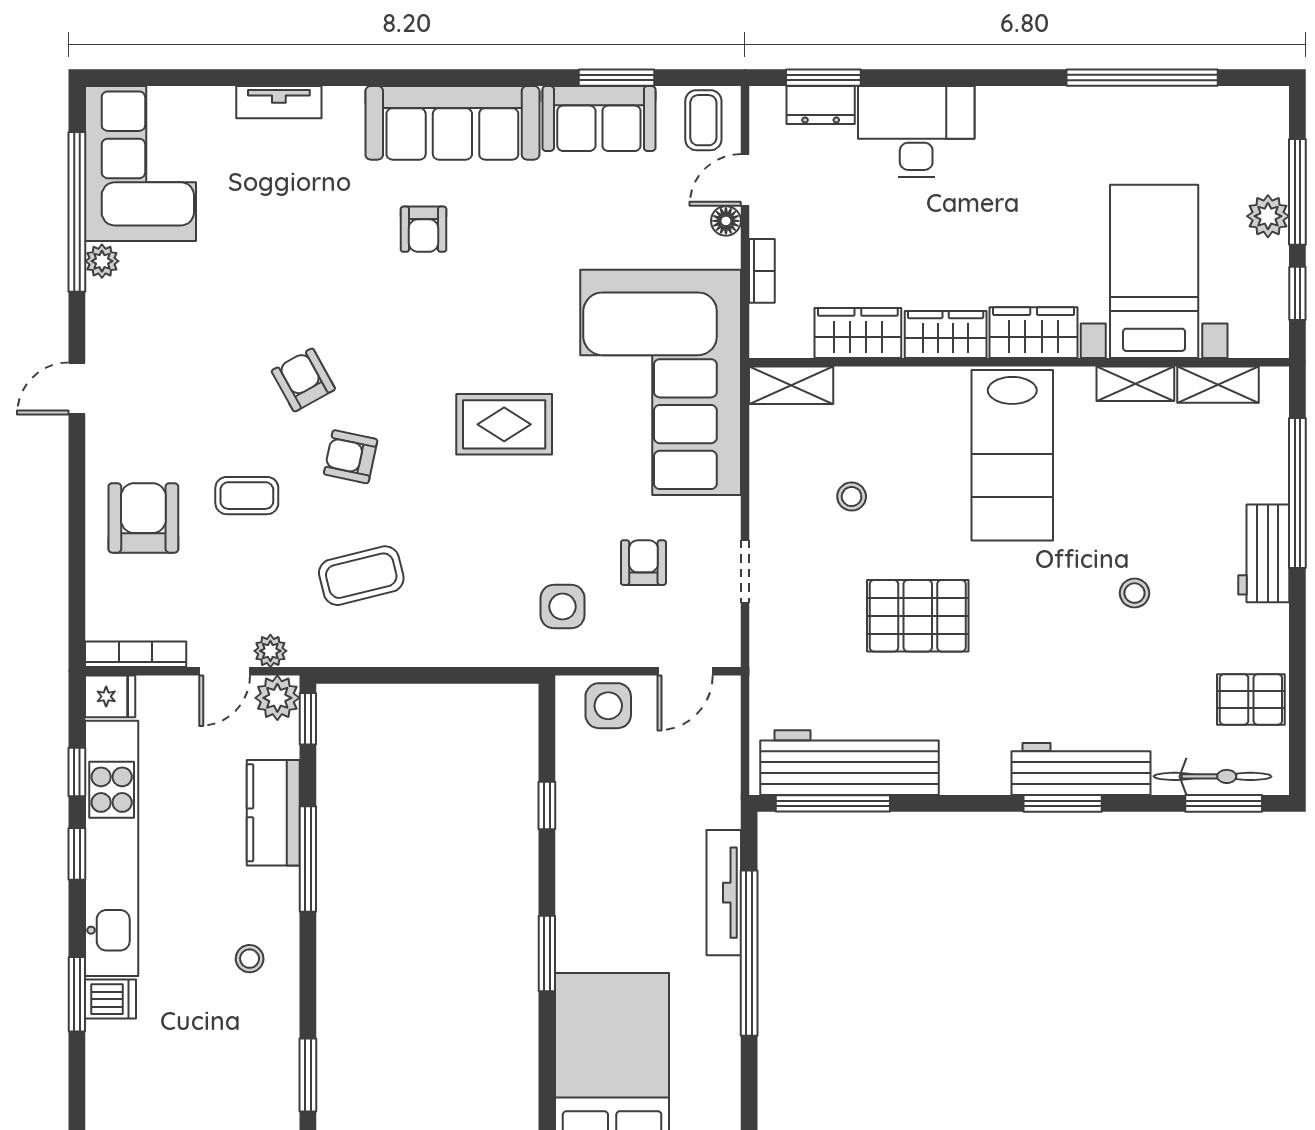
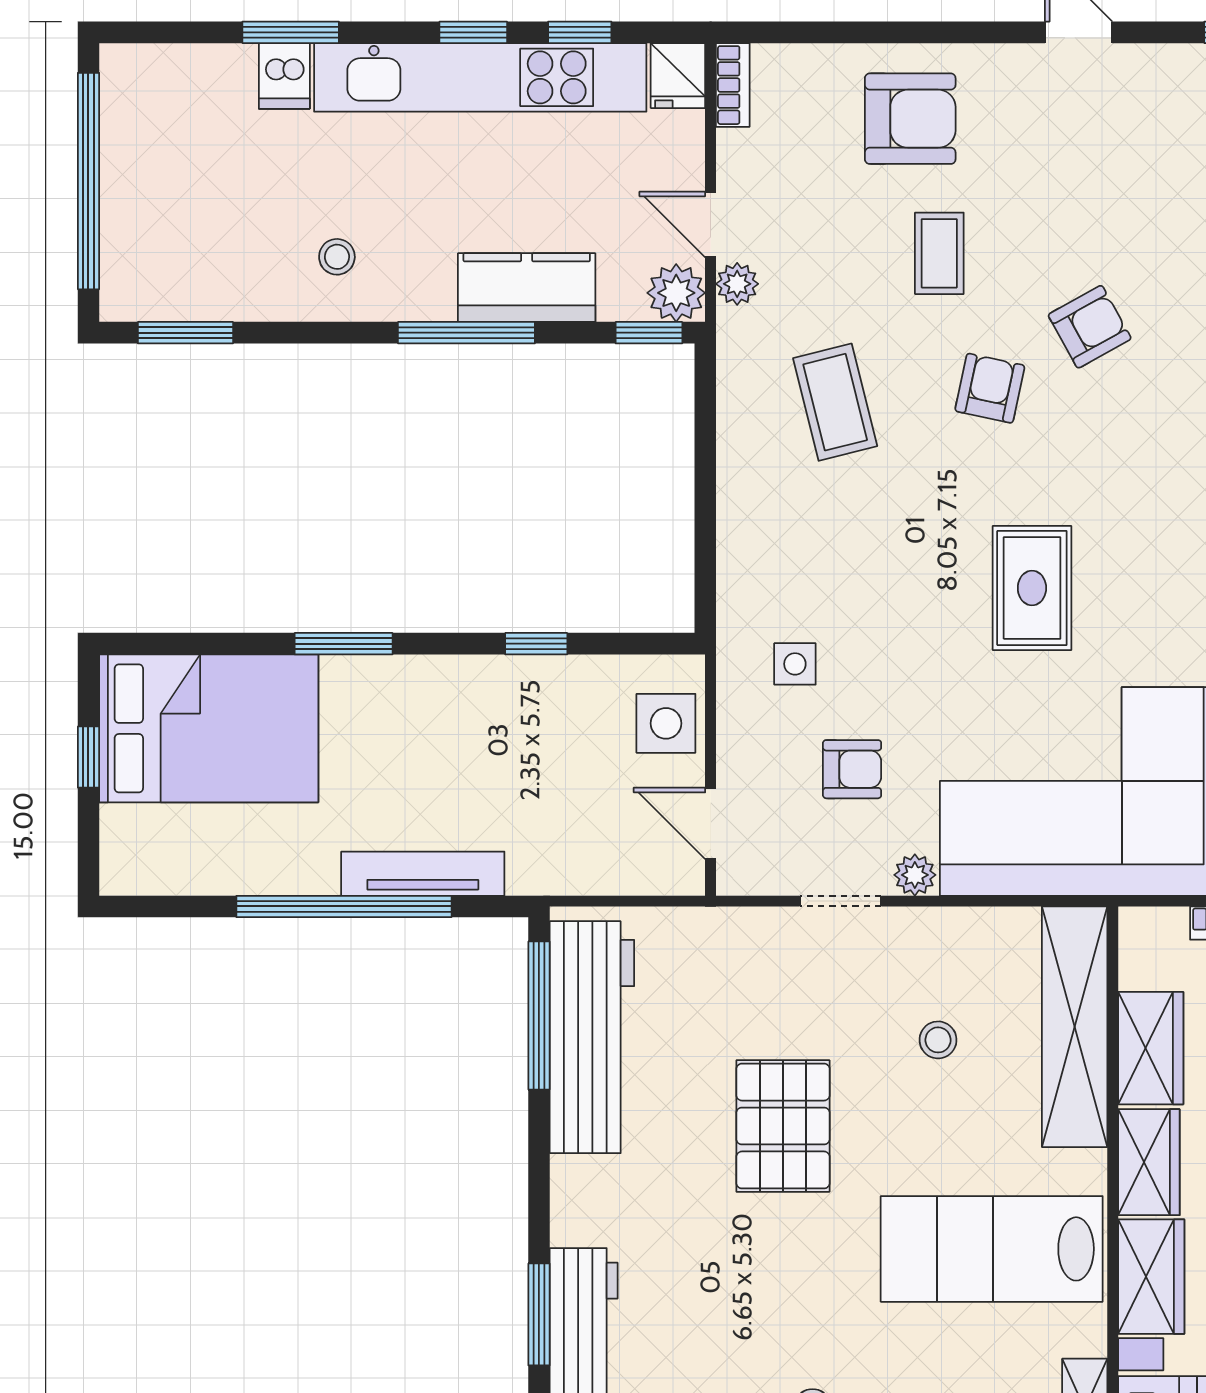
shelving: (791, 385) -> (1075, 1027), width x2.20, depth x1.33
plant: (725, 514) -> (915, 875), added
side table: (563, 607) -> (795, 664), width x0.73, depth x0.73
bookcase: (136, 654) -> (733, 85), width x0.64

